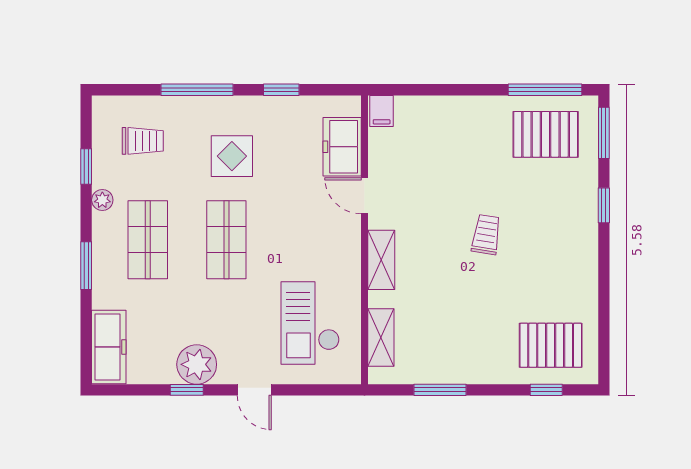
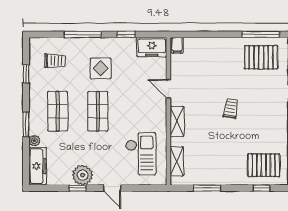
freezer: (342, 147) -> (152, 47), moved, turned -90
plant: (102, 200) -> (34, 141), moved
checkout: (310, 323) -> (141, 154), turned 180

